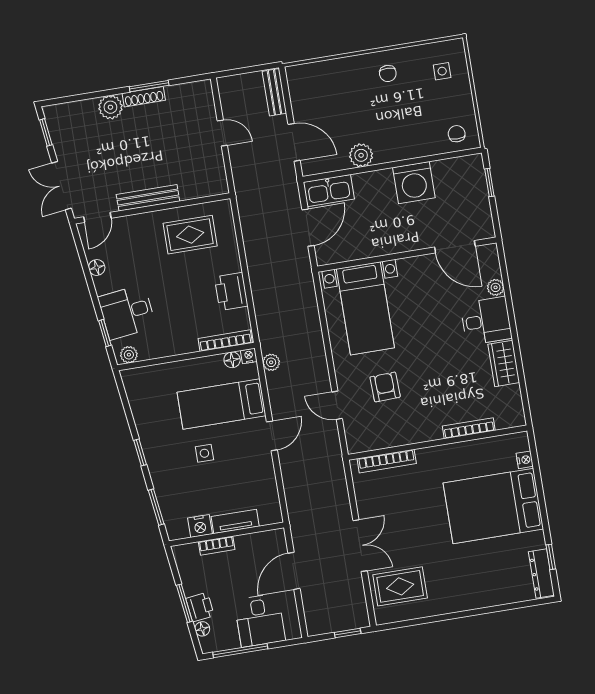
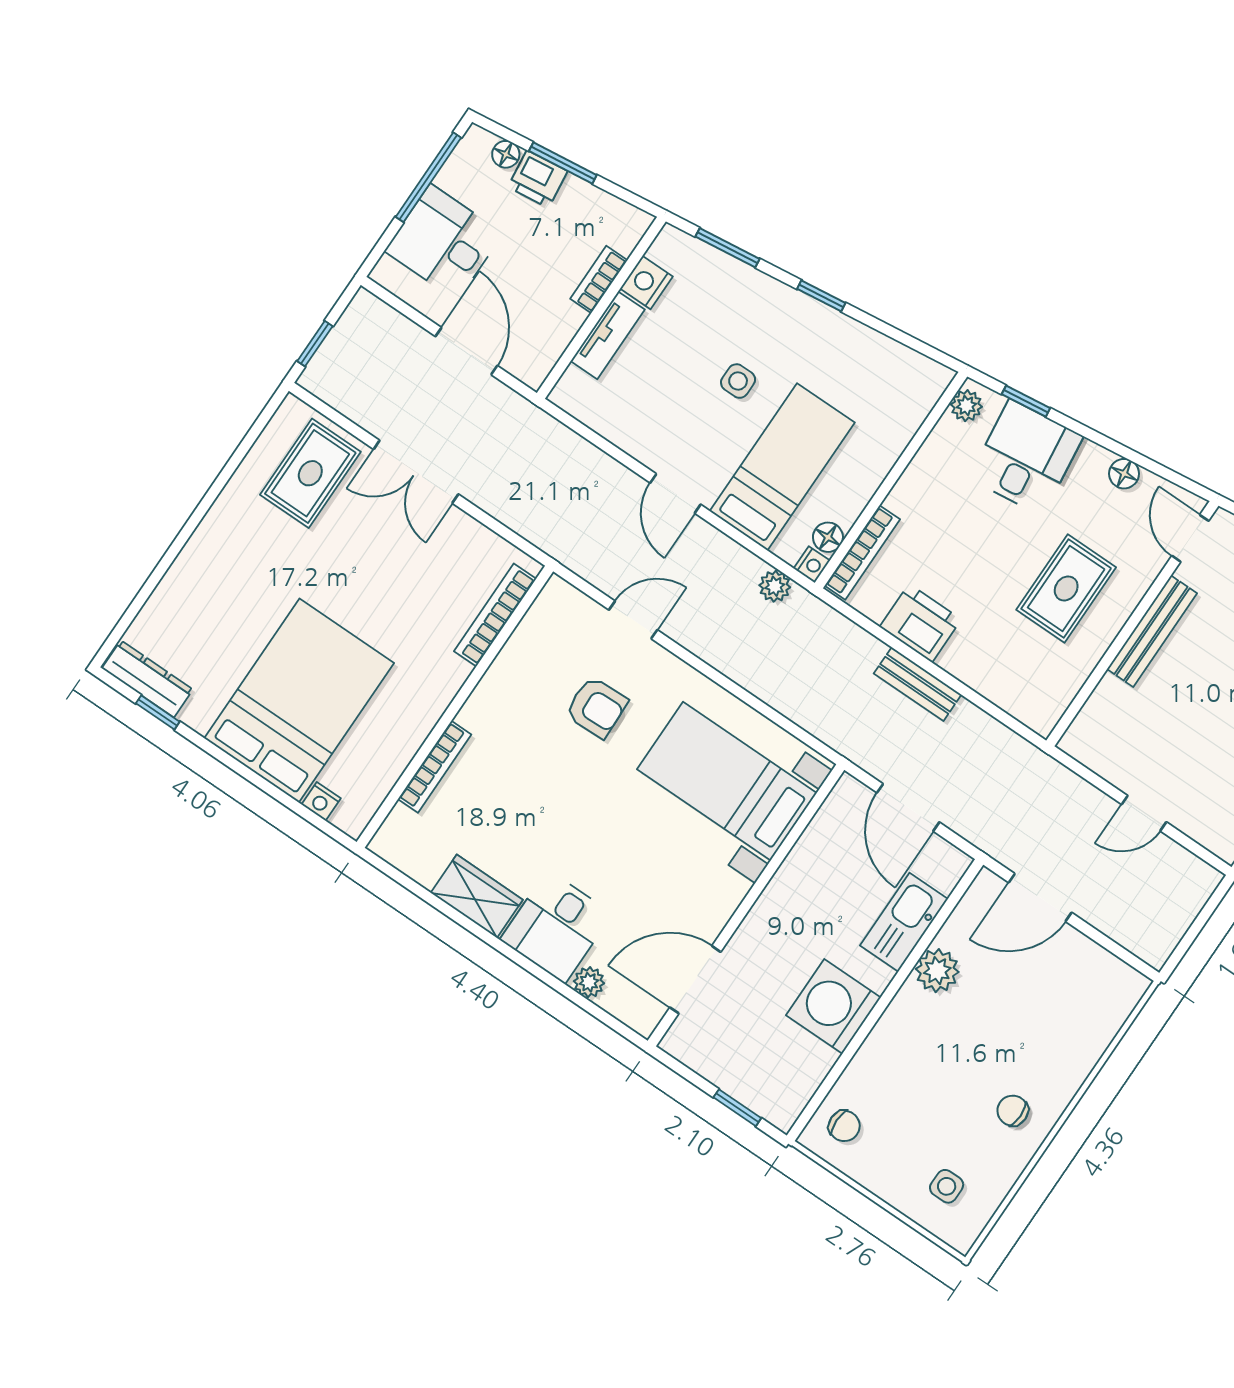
bench: (274, 92) -> (918, 684), moved
kitchen sink: (329, 191) -> (904, 922), moved
rug: (190, 235) -> (1066, 588), moved

